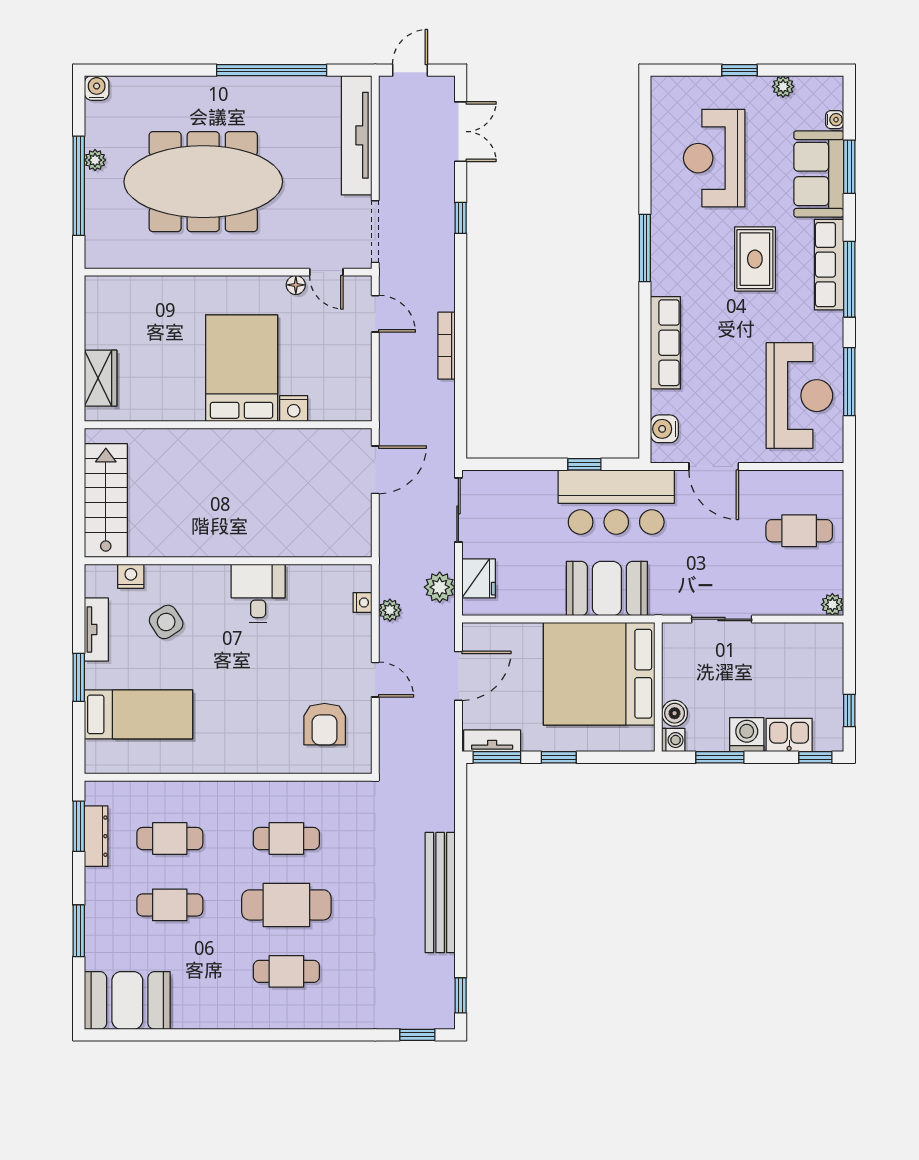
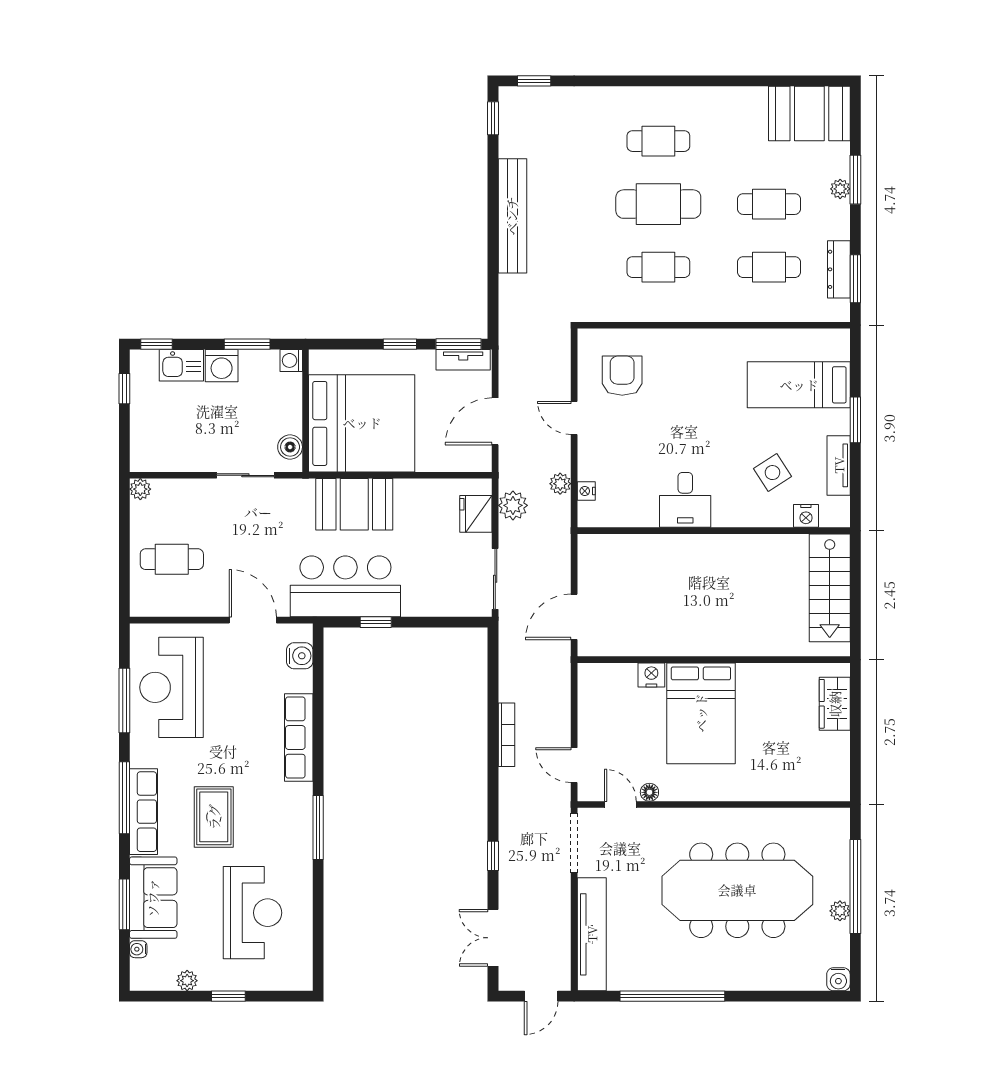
boiler: (675, 713) -> (290, 447), moved
plant: (95, 921) -> (840, 189), added

